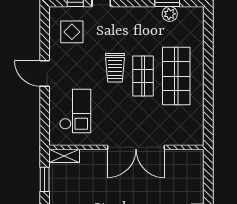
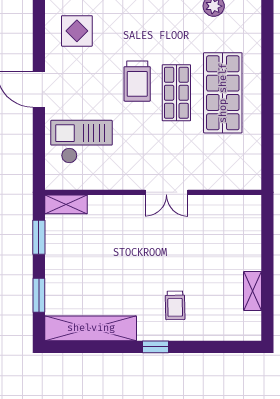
checkout: (75, 111) -> (81, 142), turned -90
double door: (136, 147) -> (166, 192), width x0.54

